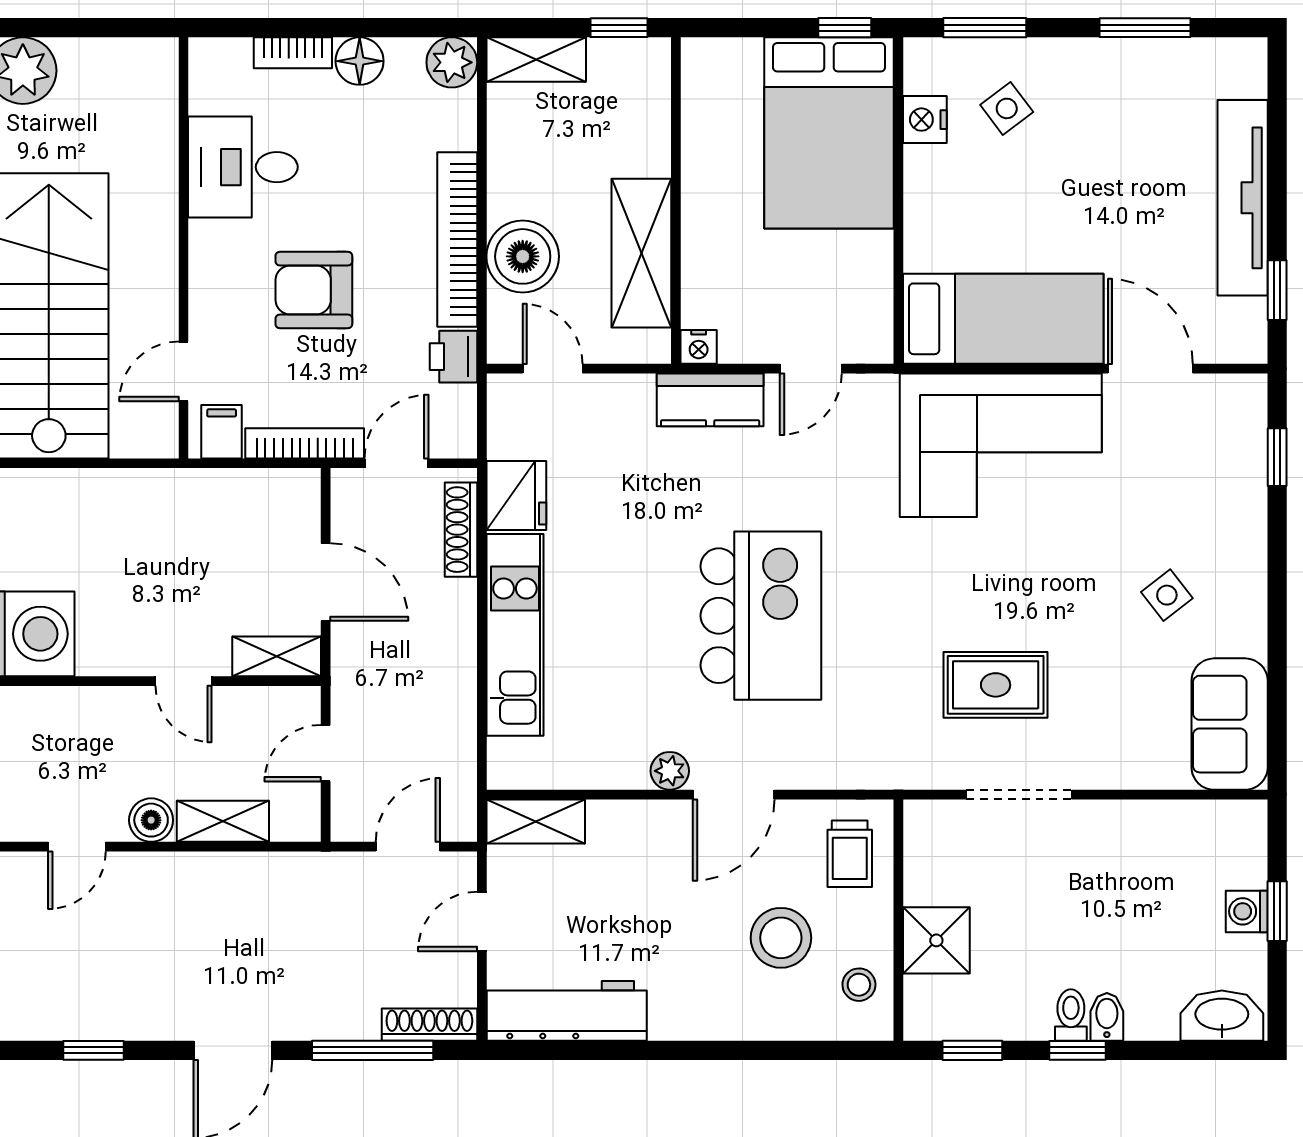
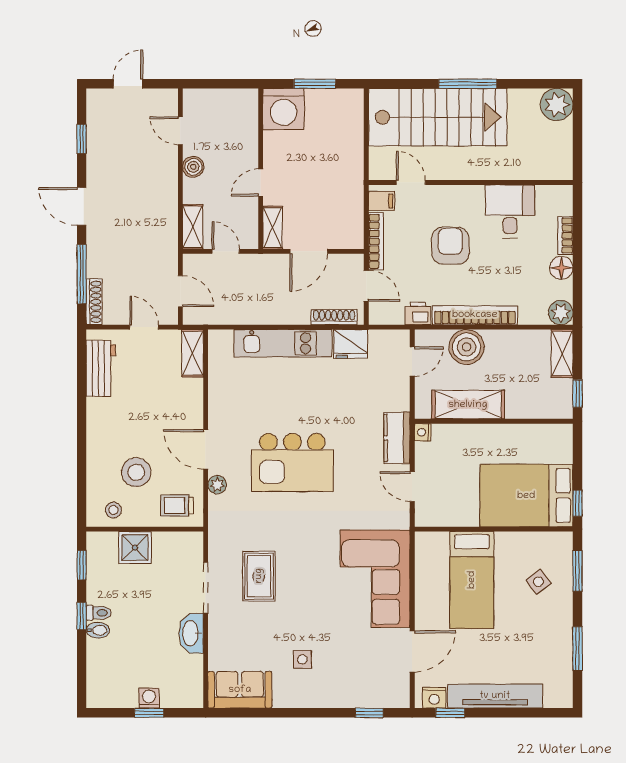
nightstand: (925, 120) -> (434, 698), moved, turned 180
bed: (1003, 319) -> (472, 580), moved
side table: (1167, 595) -> (302, 659), turned 38
plant: (670, 771) -> (217, 485), moved
shelving: (223, 821) -> (193, 227), moved
workbench: (567, 1011) -> (101, 368), width x0.73
washbasin: (1222, 1016) -> (191, 633), moved, turned 180

